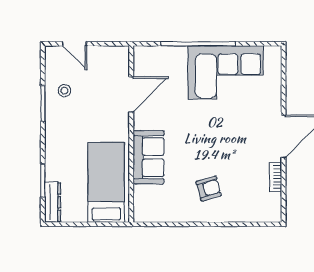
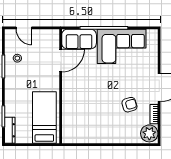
sofa: (149, 157) -> (79, 39), moved, turned 90
armchair: (209, 189) -> (129, 105), moved
plant: (268, 207) -> (149, 133), added

